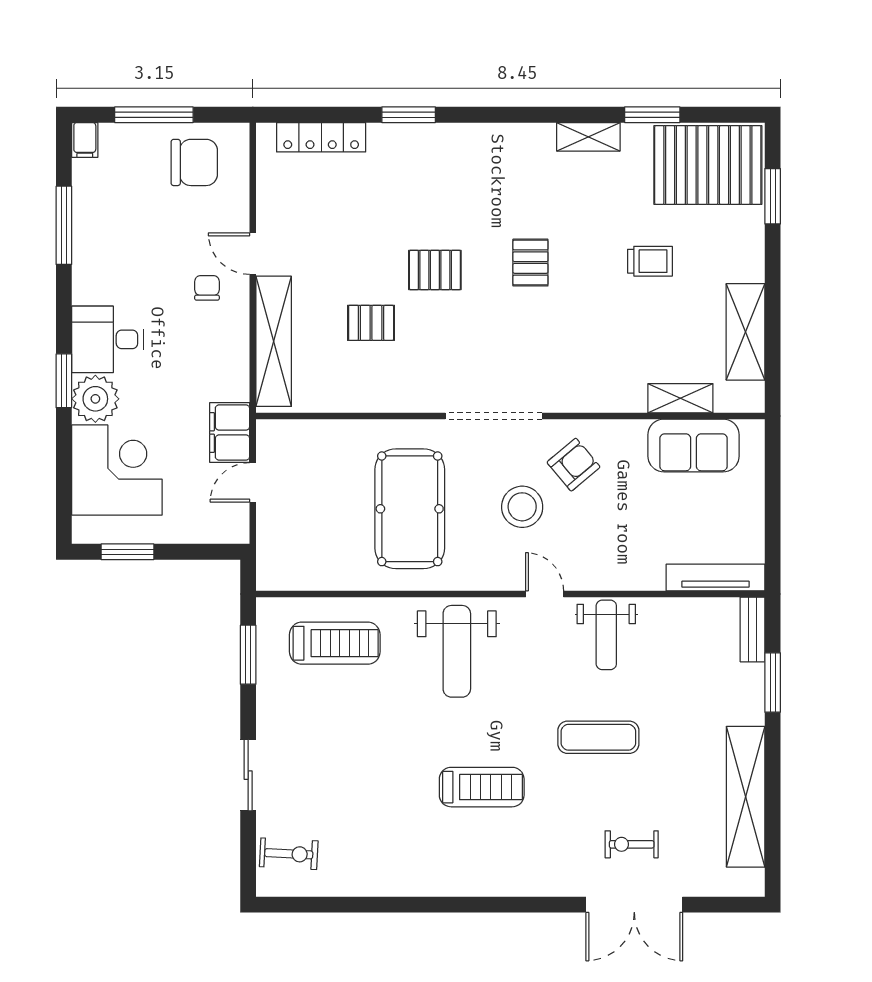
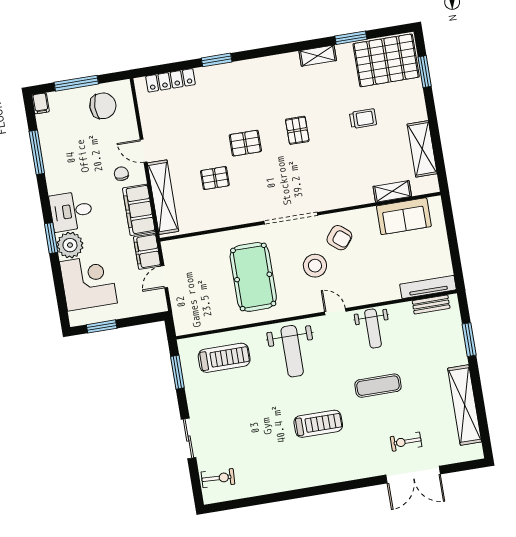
filing cabinet: (227, 357) -> (139, 210), added
armchair: (574, 465) -> (339, 238), turned 79
bench: (752, 630) -> (431, 304), moved, turned 90

